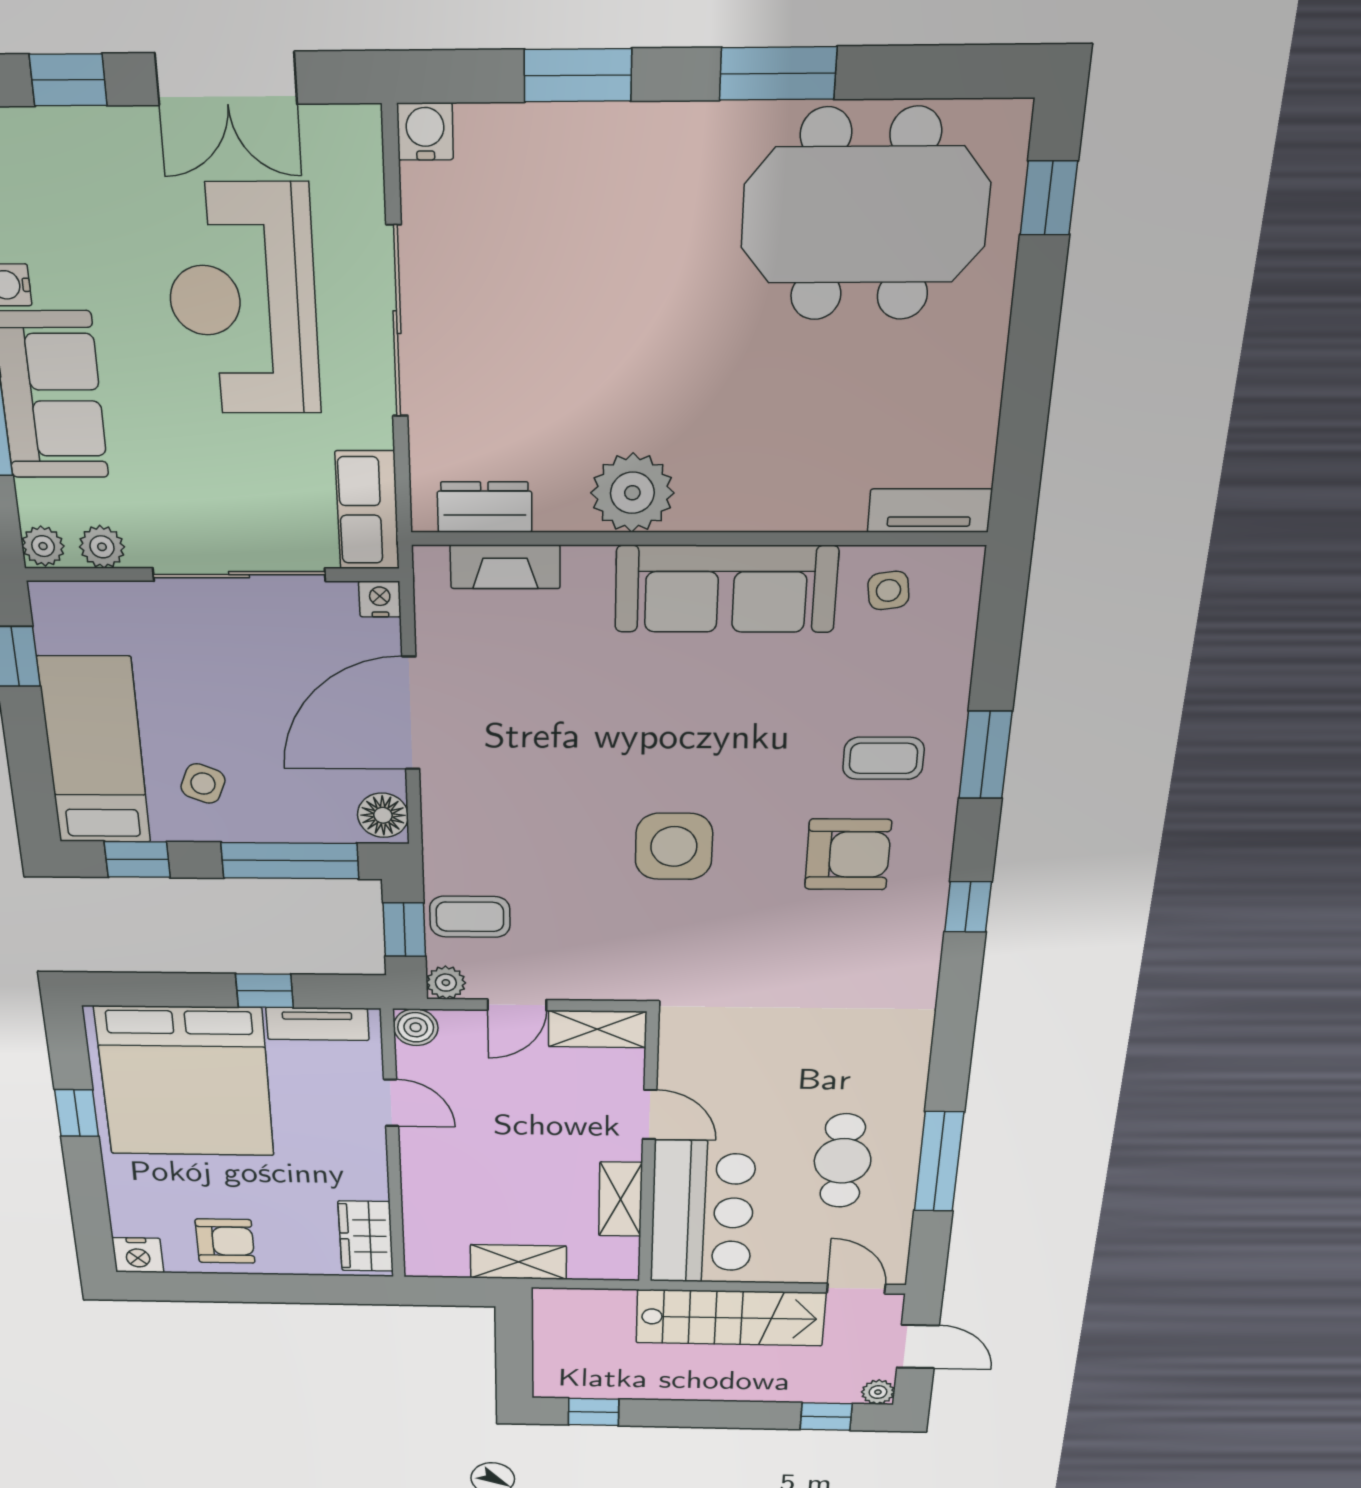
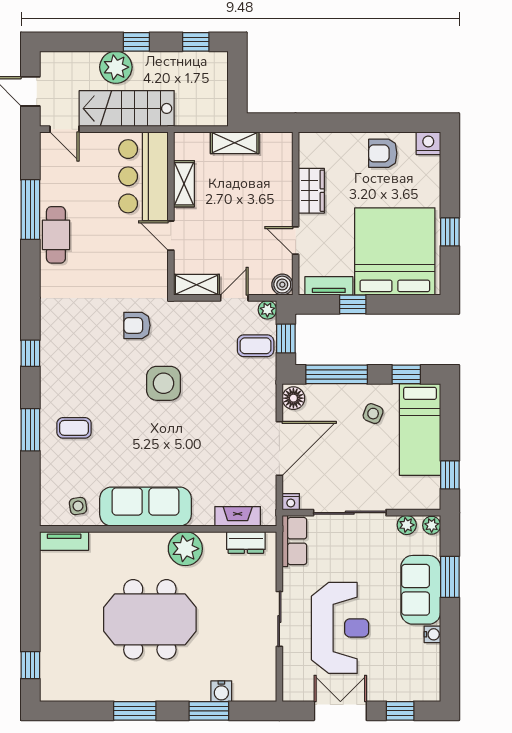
water cooler: (425, 131) -> (221, 691), moved
meeting table: (865, 215) -> (150, 619), moved
sliding door: (397, 322) -> (279, 619), width x0.73
armchair: (848, 854) -> (137, 325), moved, width x0.72, depth x0.72
cafe table: (843, 1161) -> (56, 235), moved
wardrobe: (366, 1236) -> (311, 191), moved
plant: (878, 1392) -> (116, 67), moved, width x1.87, depth x1.87
window: (826, 1417) -> (136, 42), moved

